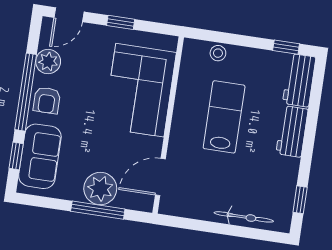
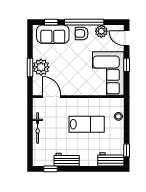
corner sofa: (140, 90) -> (108, 73), moved, turned -90
workbench: (292, 131) -> (67, 160), moved
window: (98, 210) -> (30, 68), width x0.69
bicycle: (244, 217) -> (38, 128), moved

